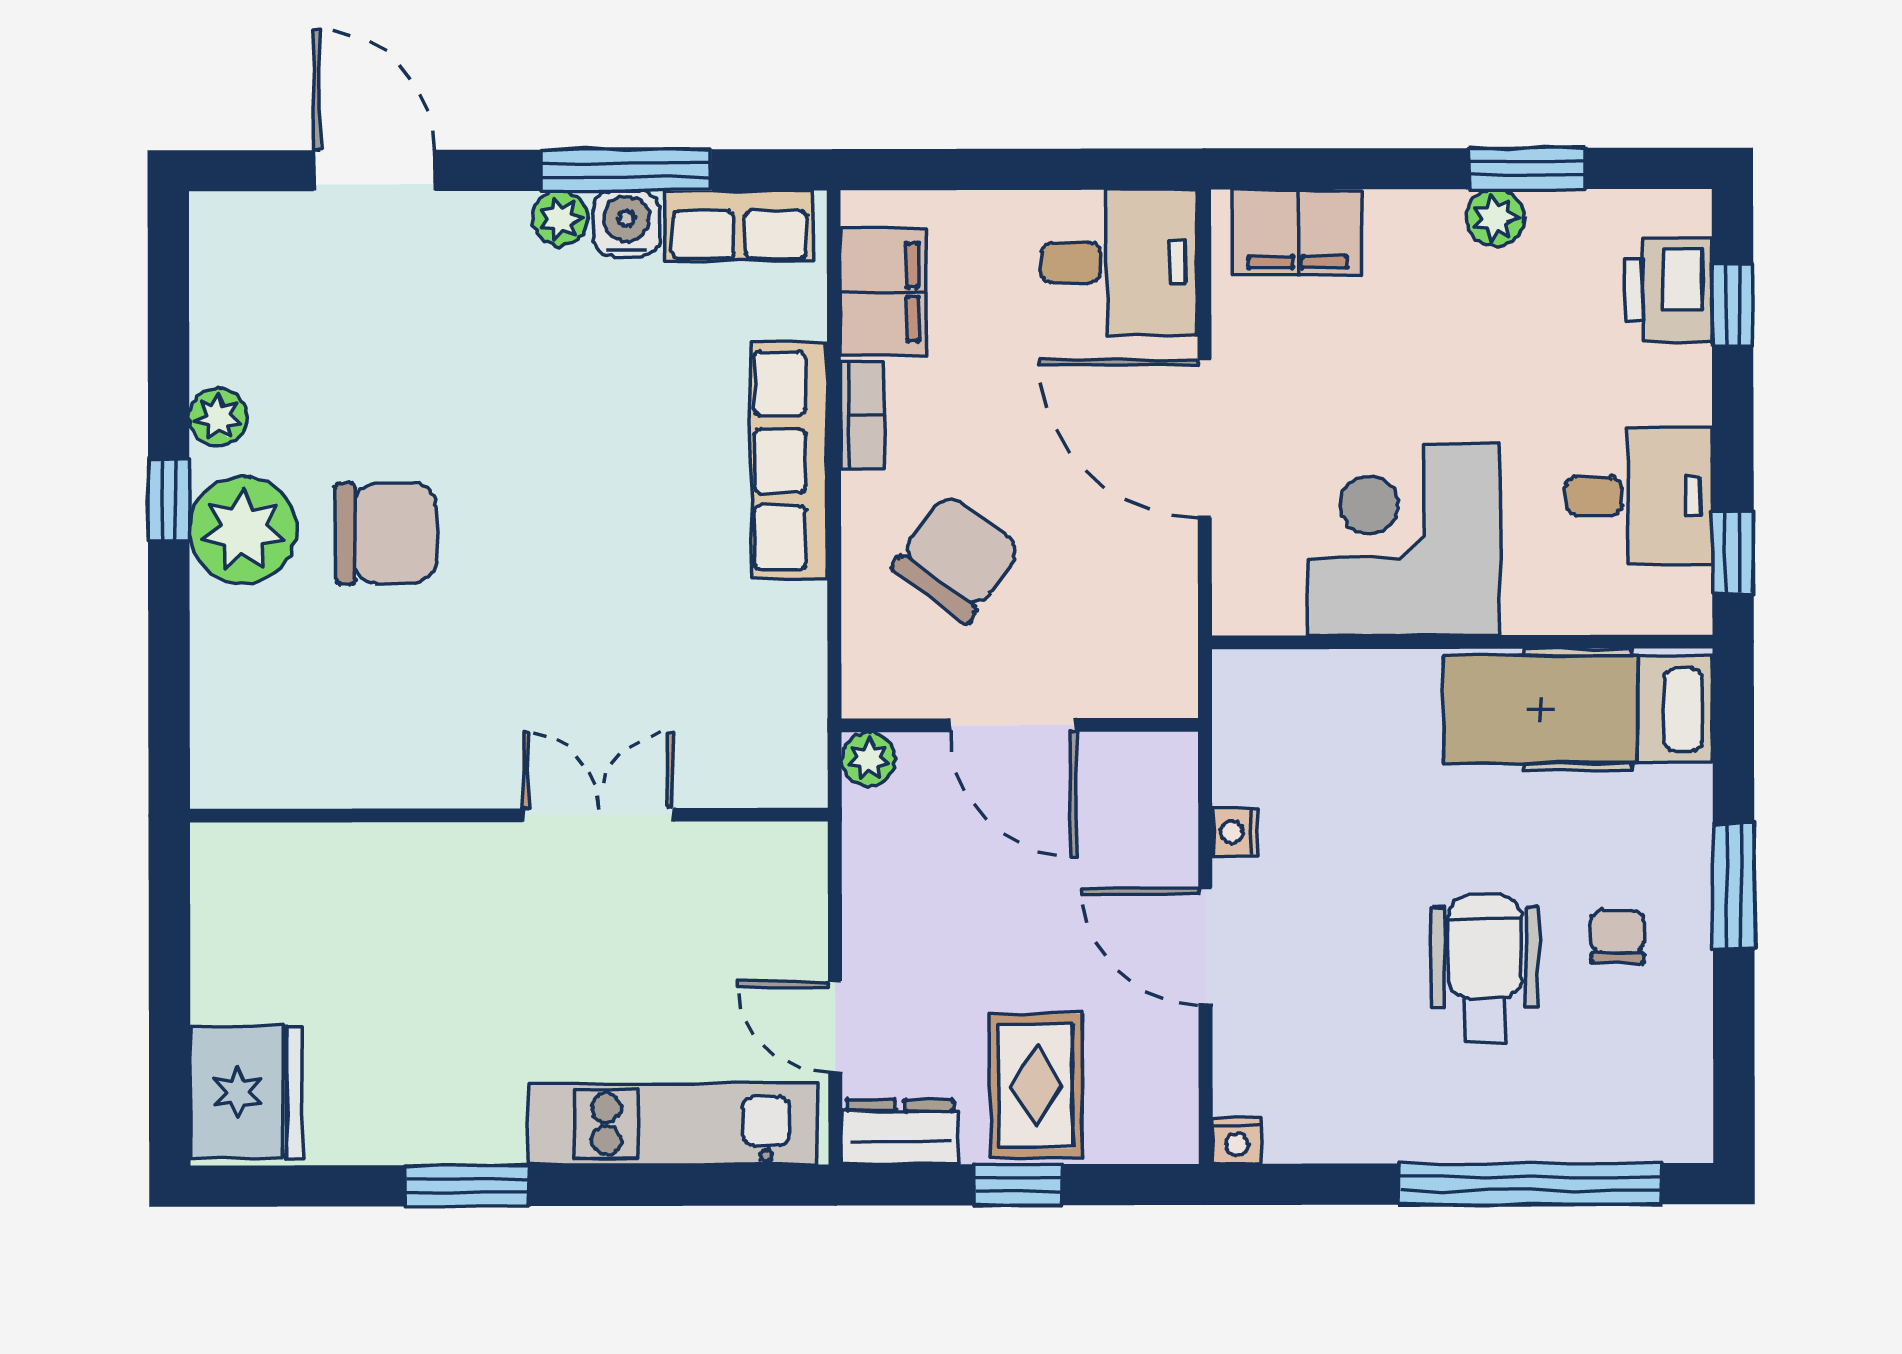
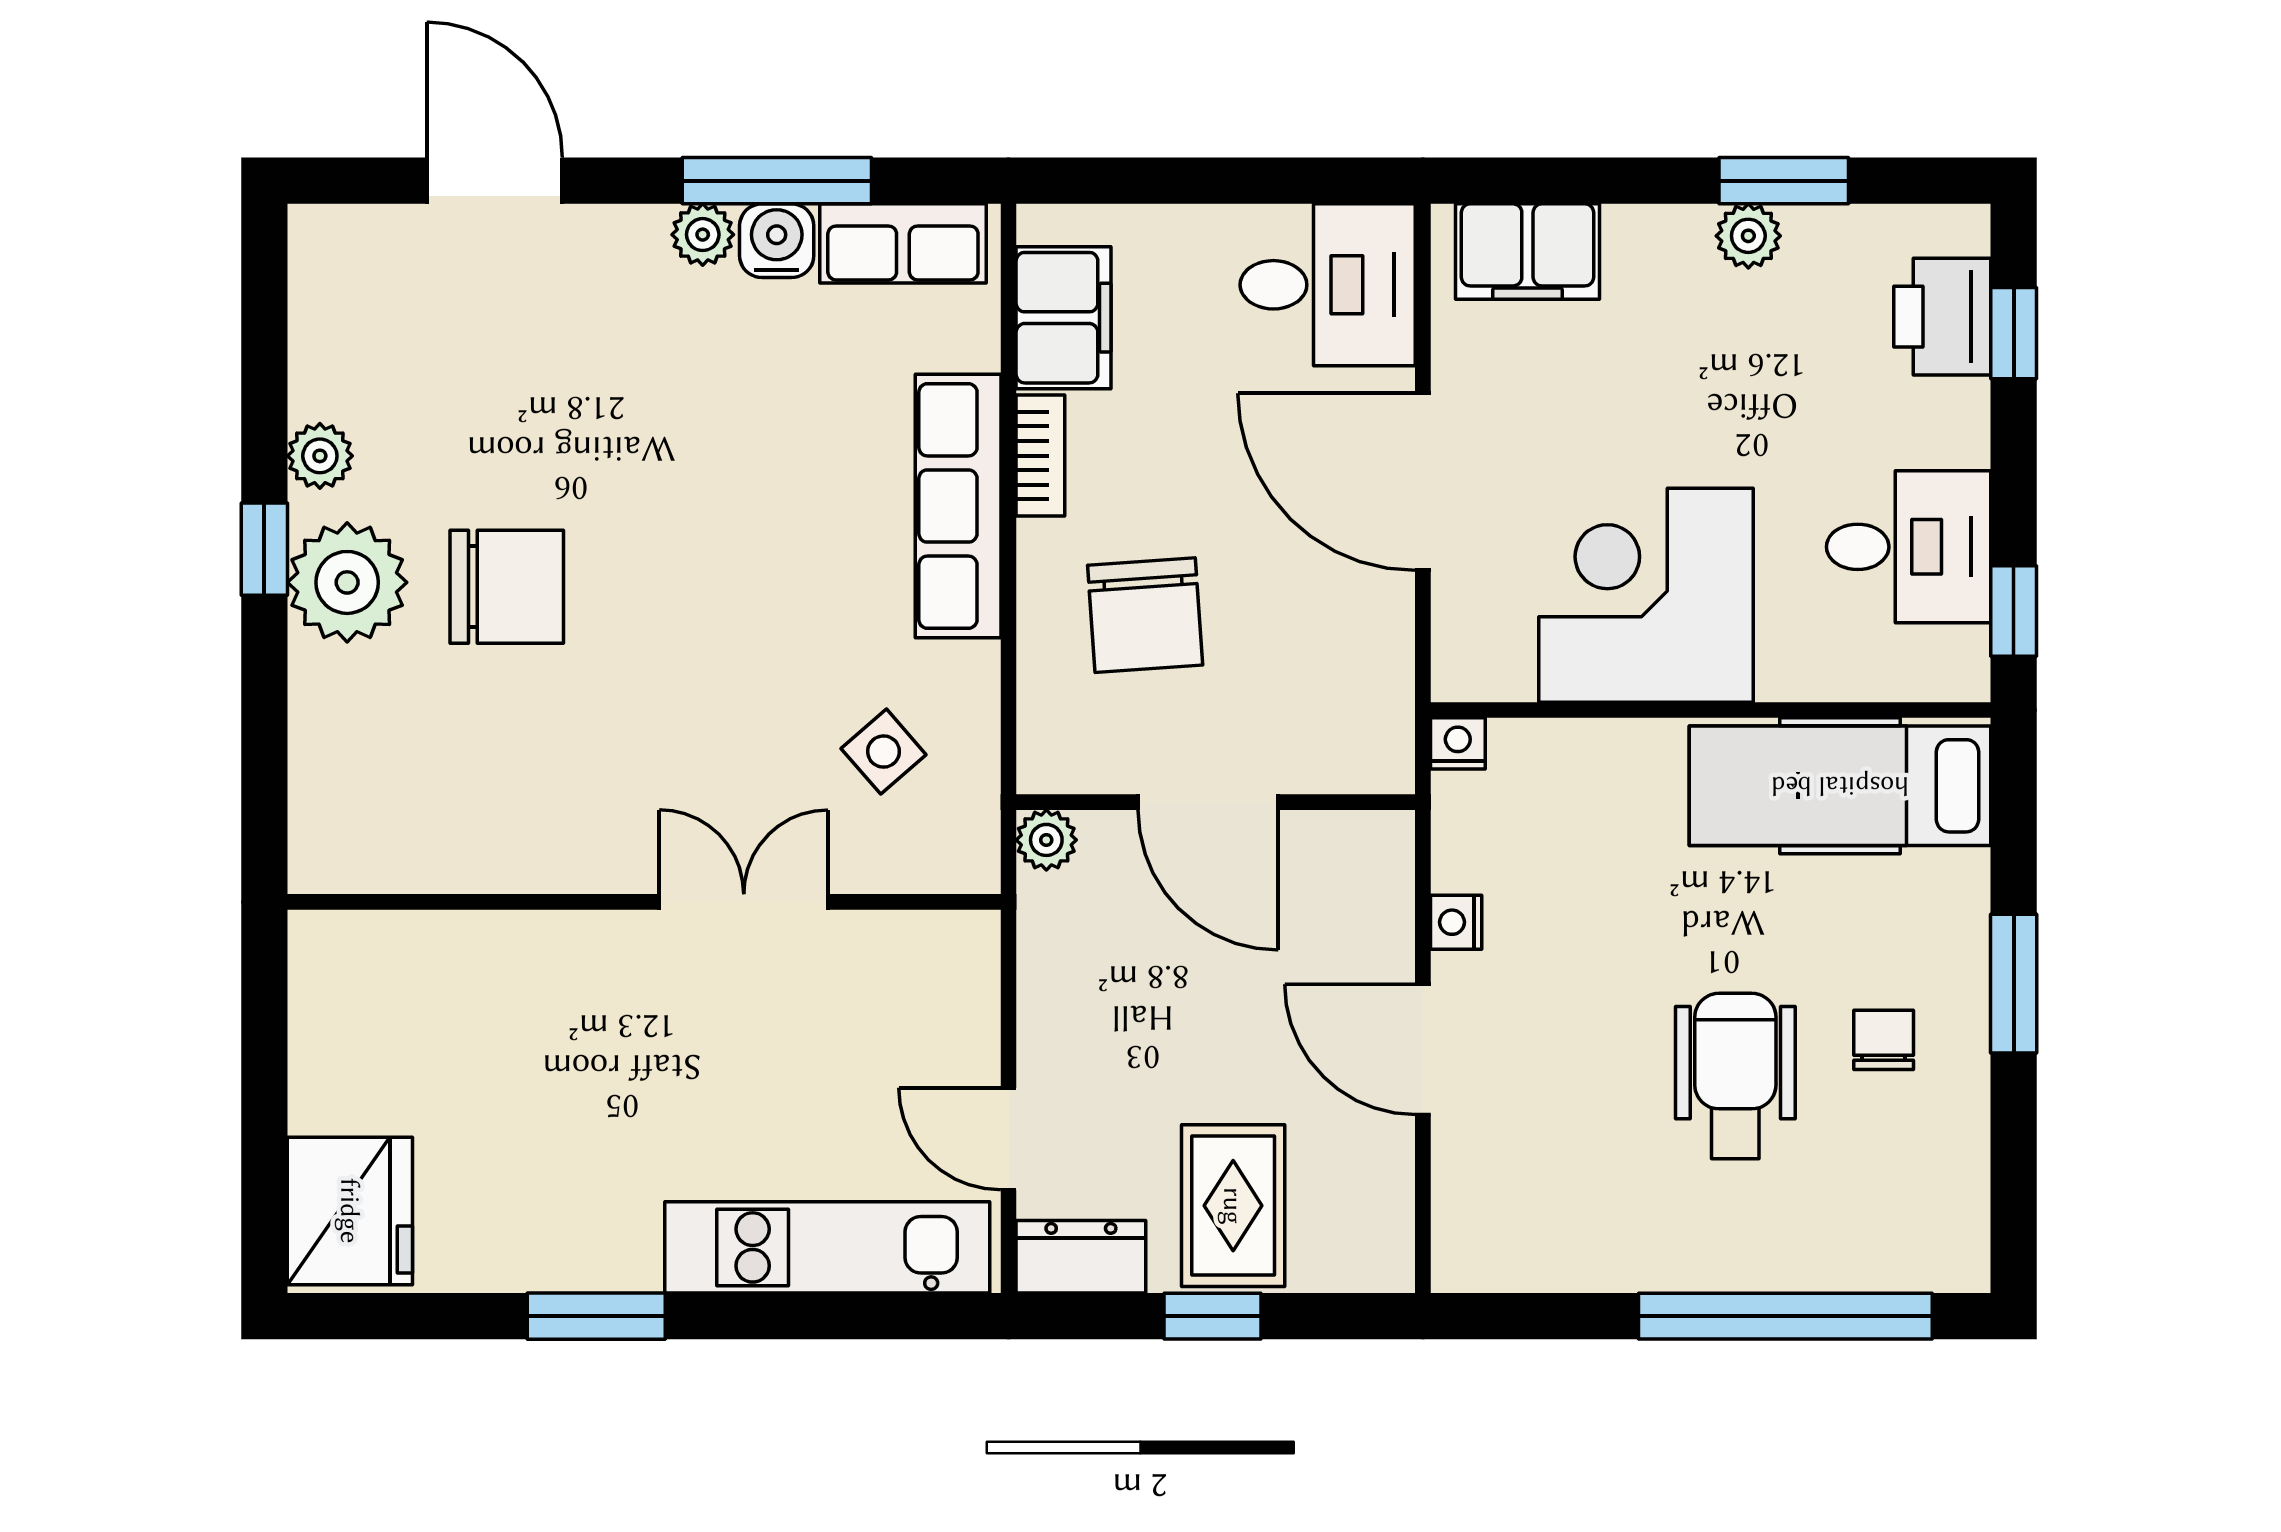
chair: (956, 558) -> (1145, 615), turned 140
side table: (723, 680) -> (884, 752), added
nightstand: (1237, 1141) -> (1458, 743), moved, turned 180

